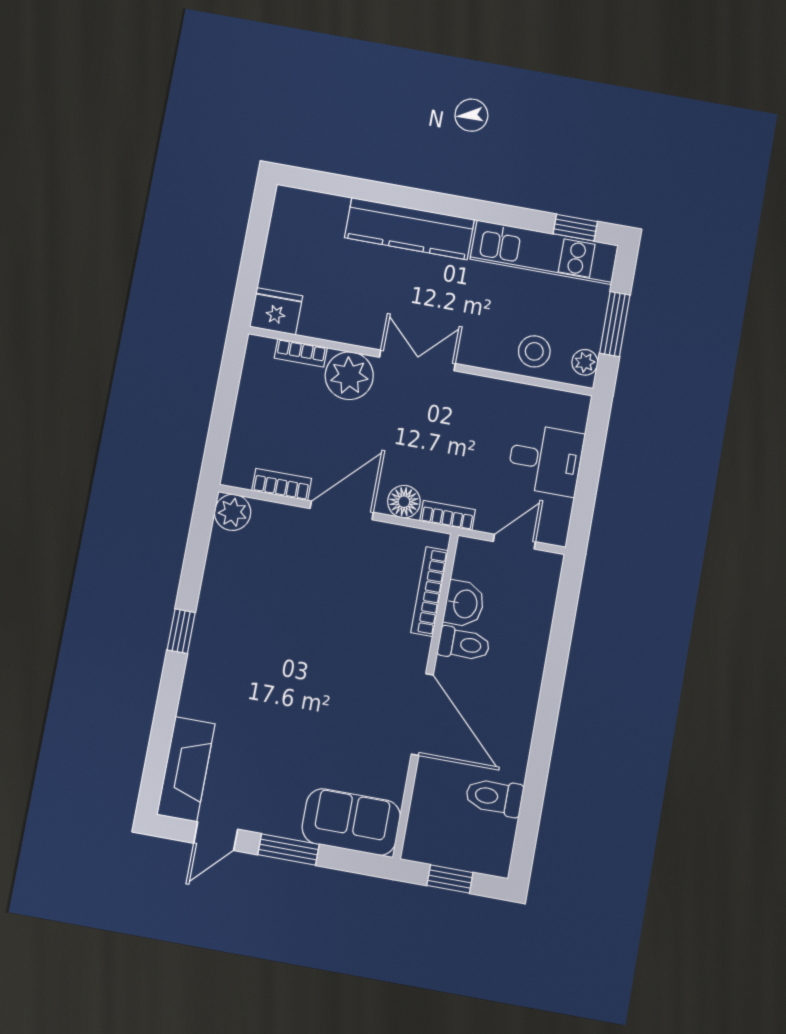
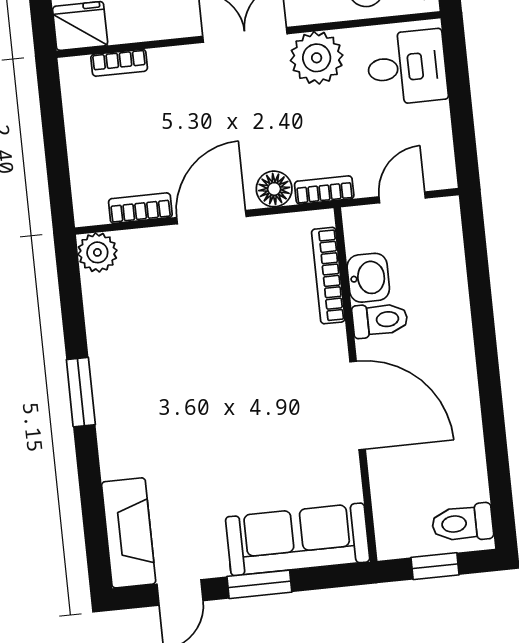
plant: (349, 376) -> (317, 58), moved
desk: (545, 460) -> (407, 67), moved
window: (181, 631) -> (81, 392), width x1.50
toilet: (494, 797) -> (462, 523), moved
sofa: (351, 822) -> (298, 539), width x1.36

